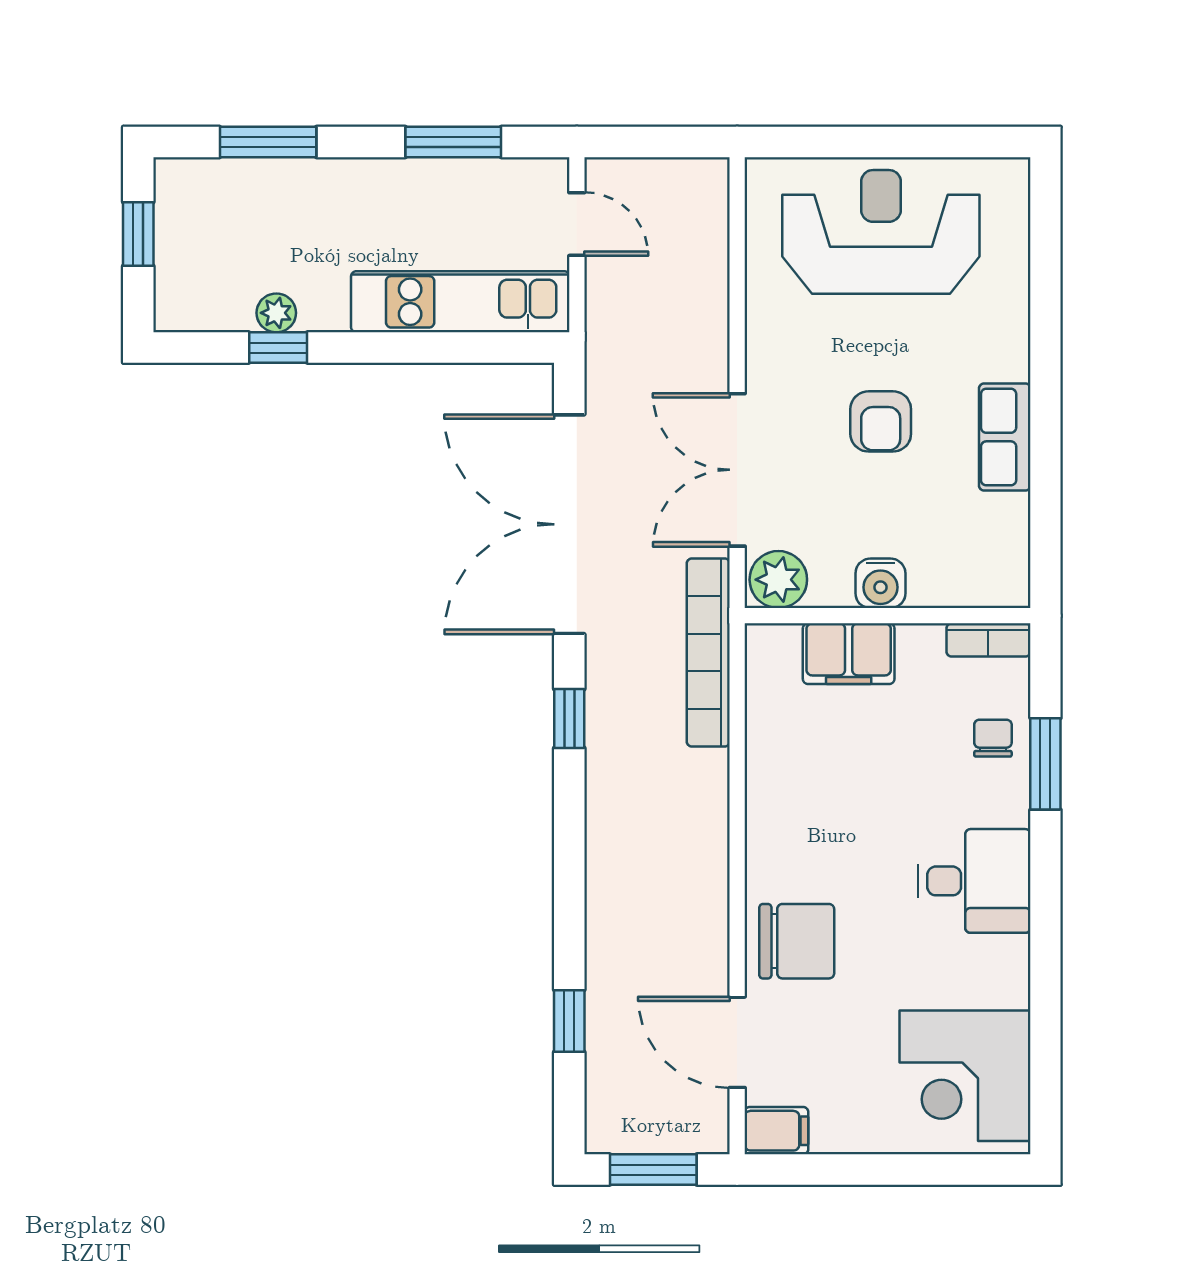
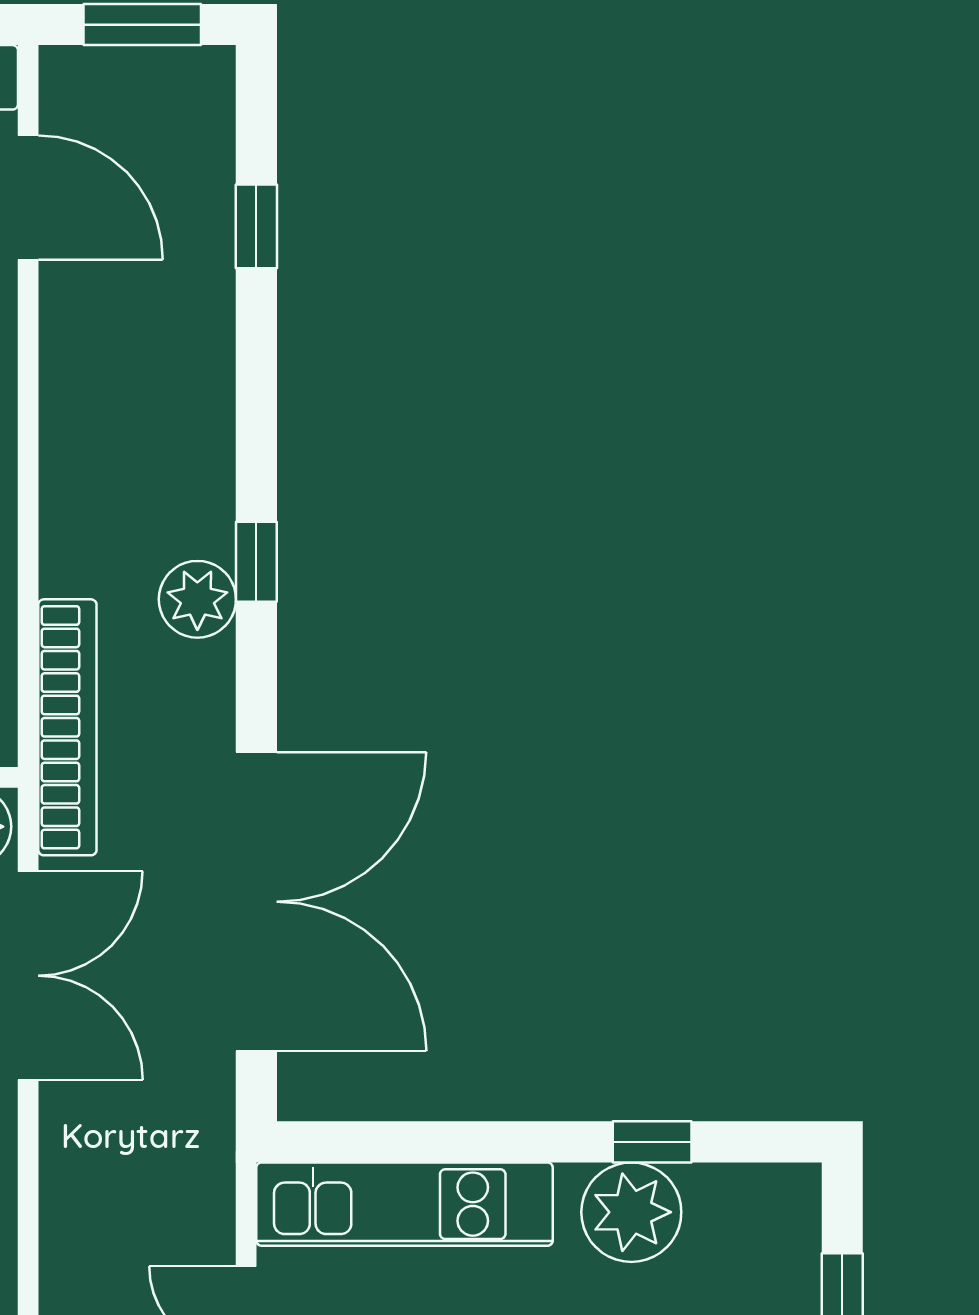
plant: (276, 313) -> (631, 1212), width x1.88, depth x1.88
window: (569, 718) -> (256, 562), moved
plant: (613, 747) -> (197, 599), added

